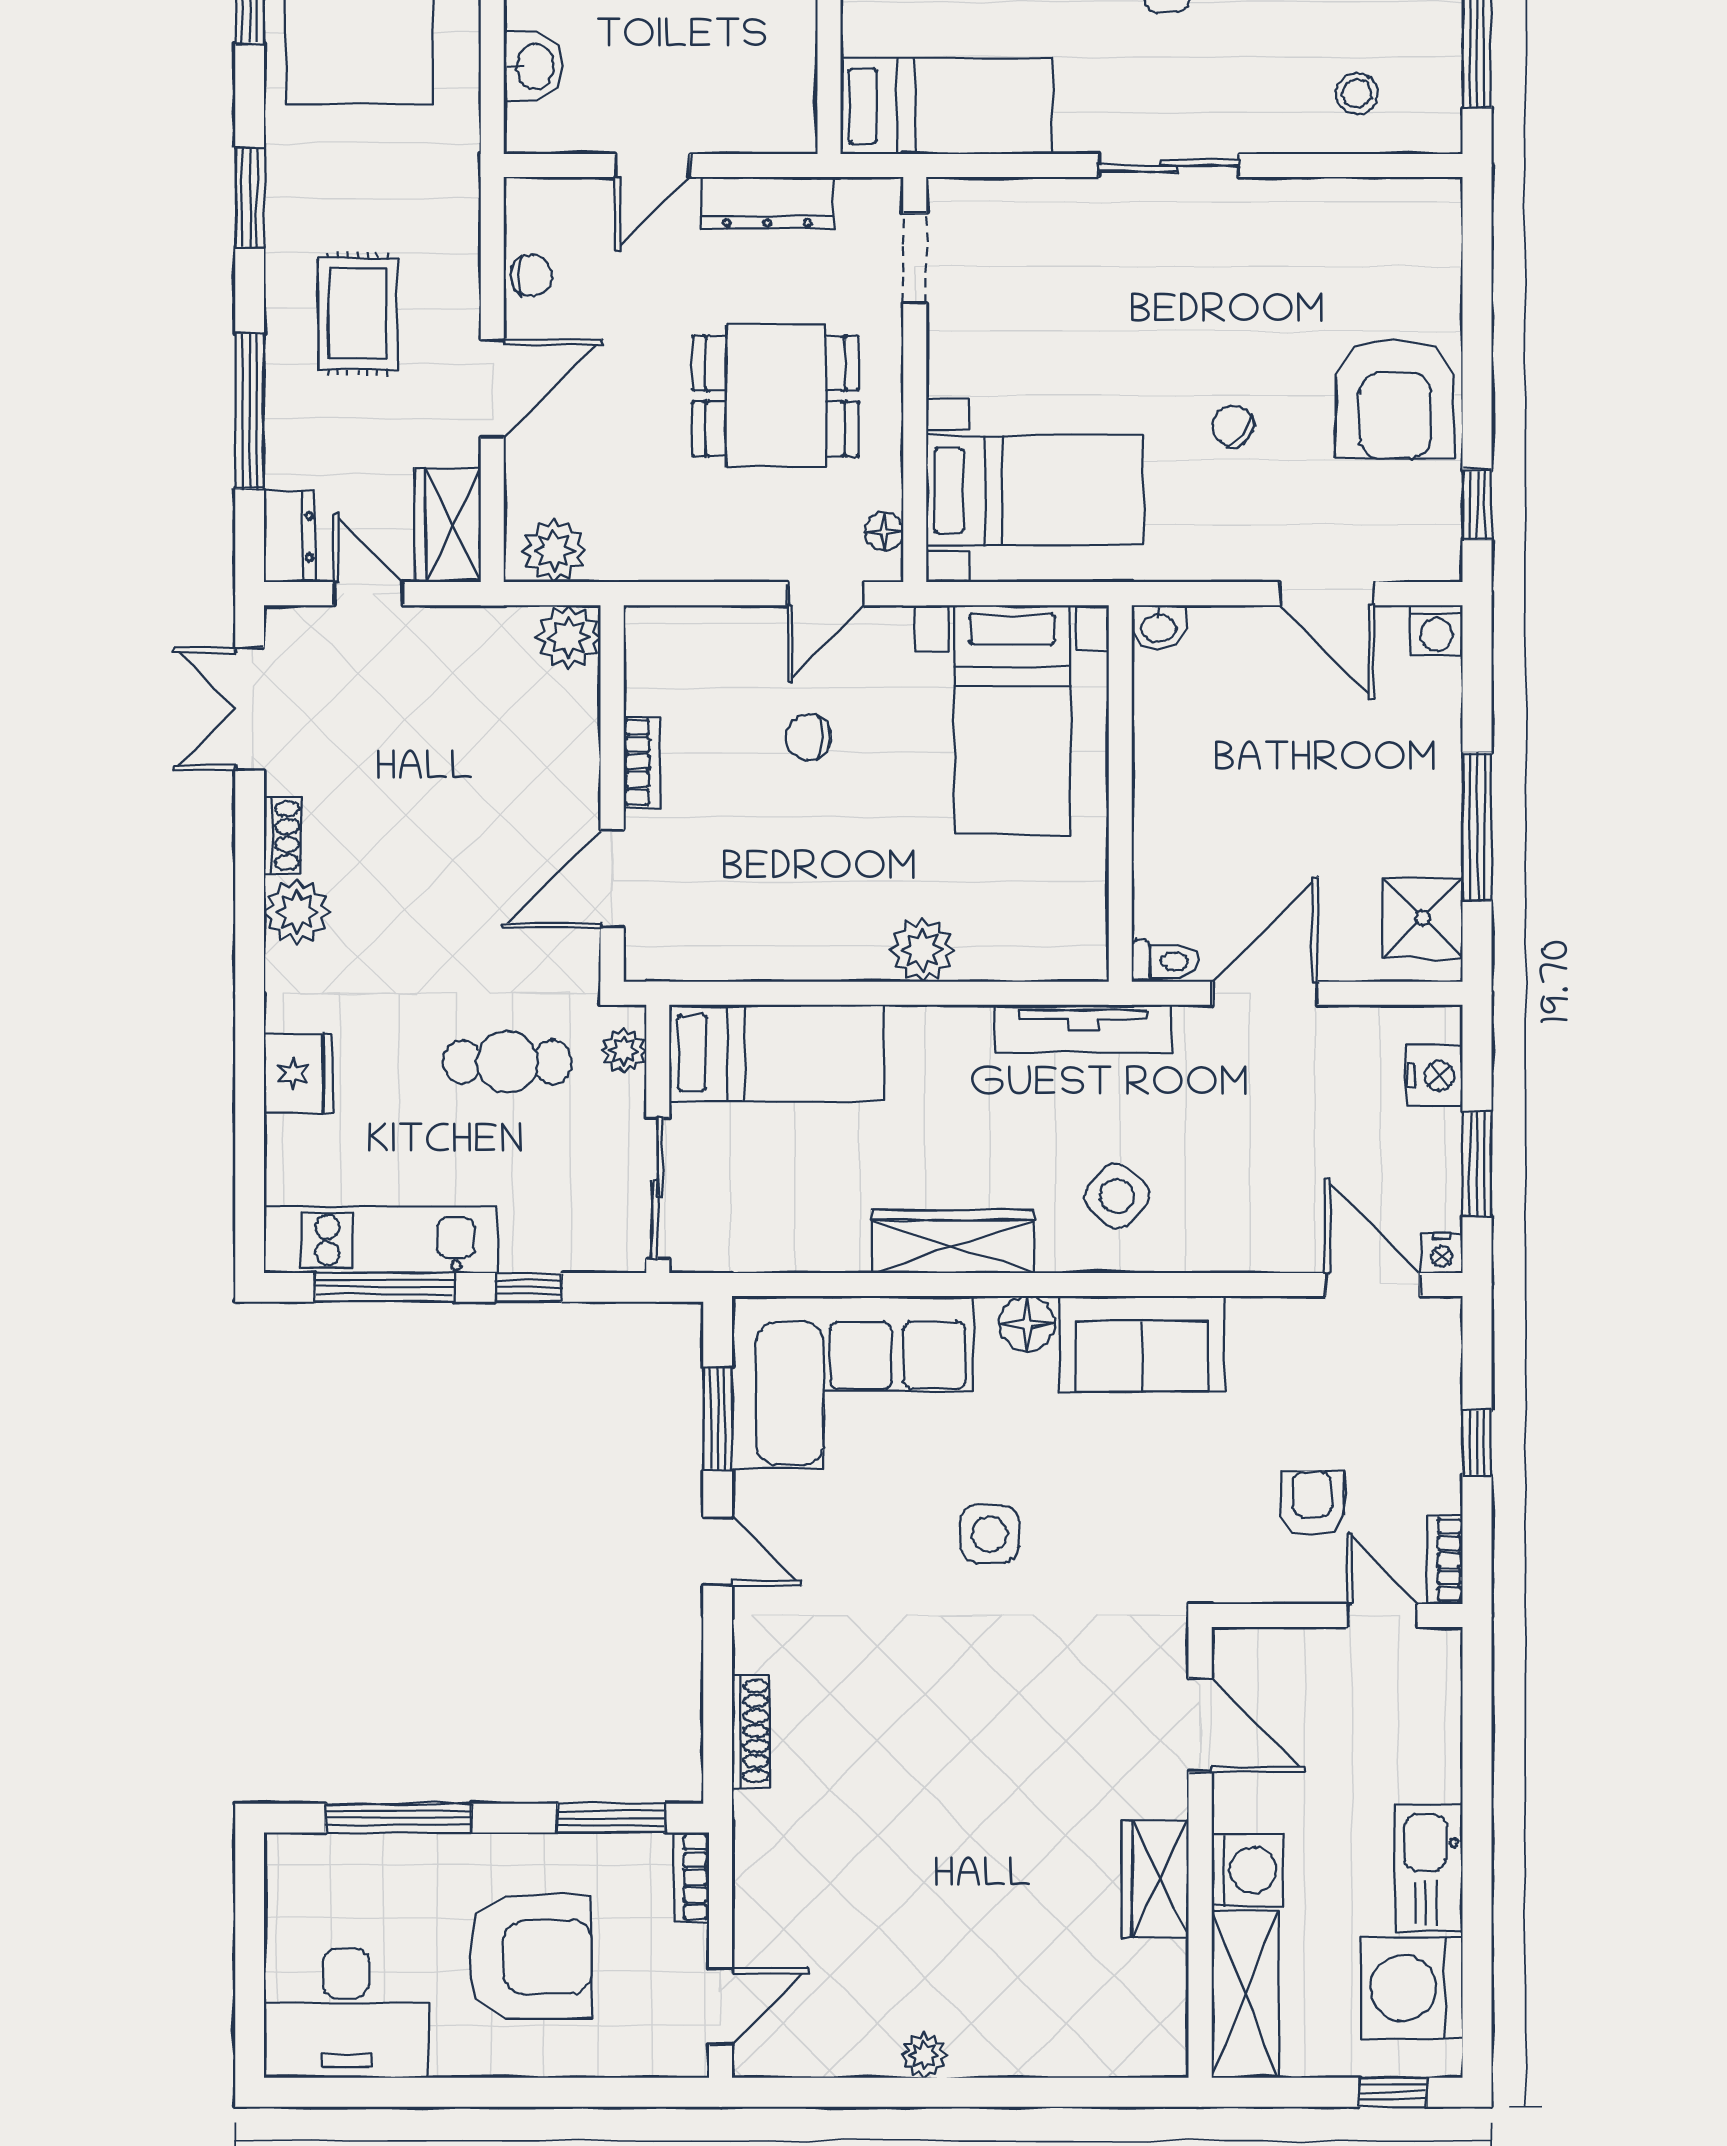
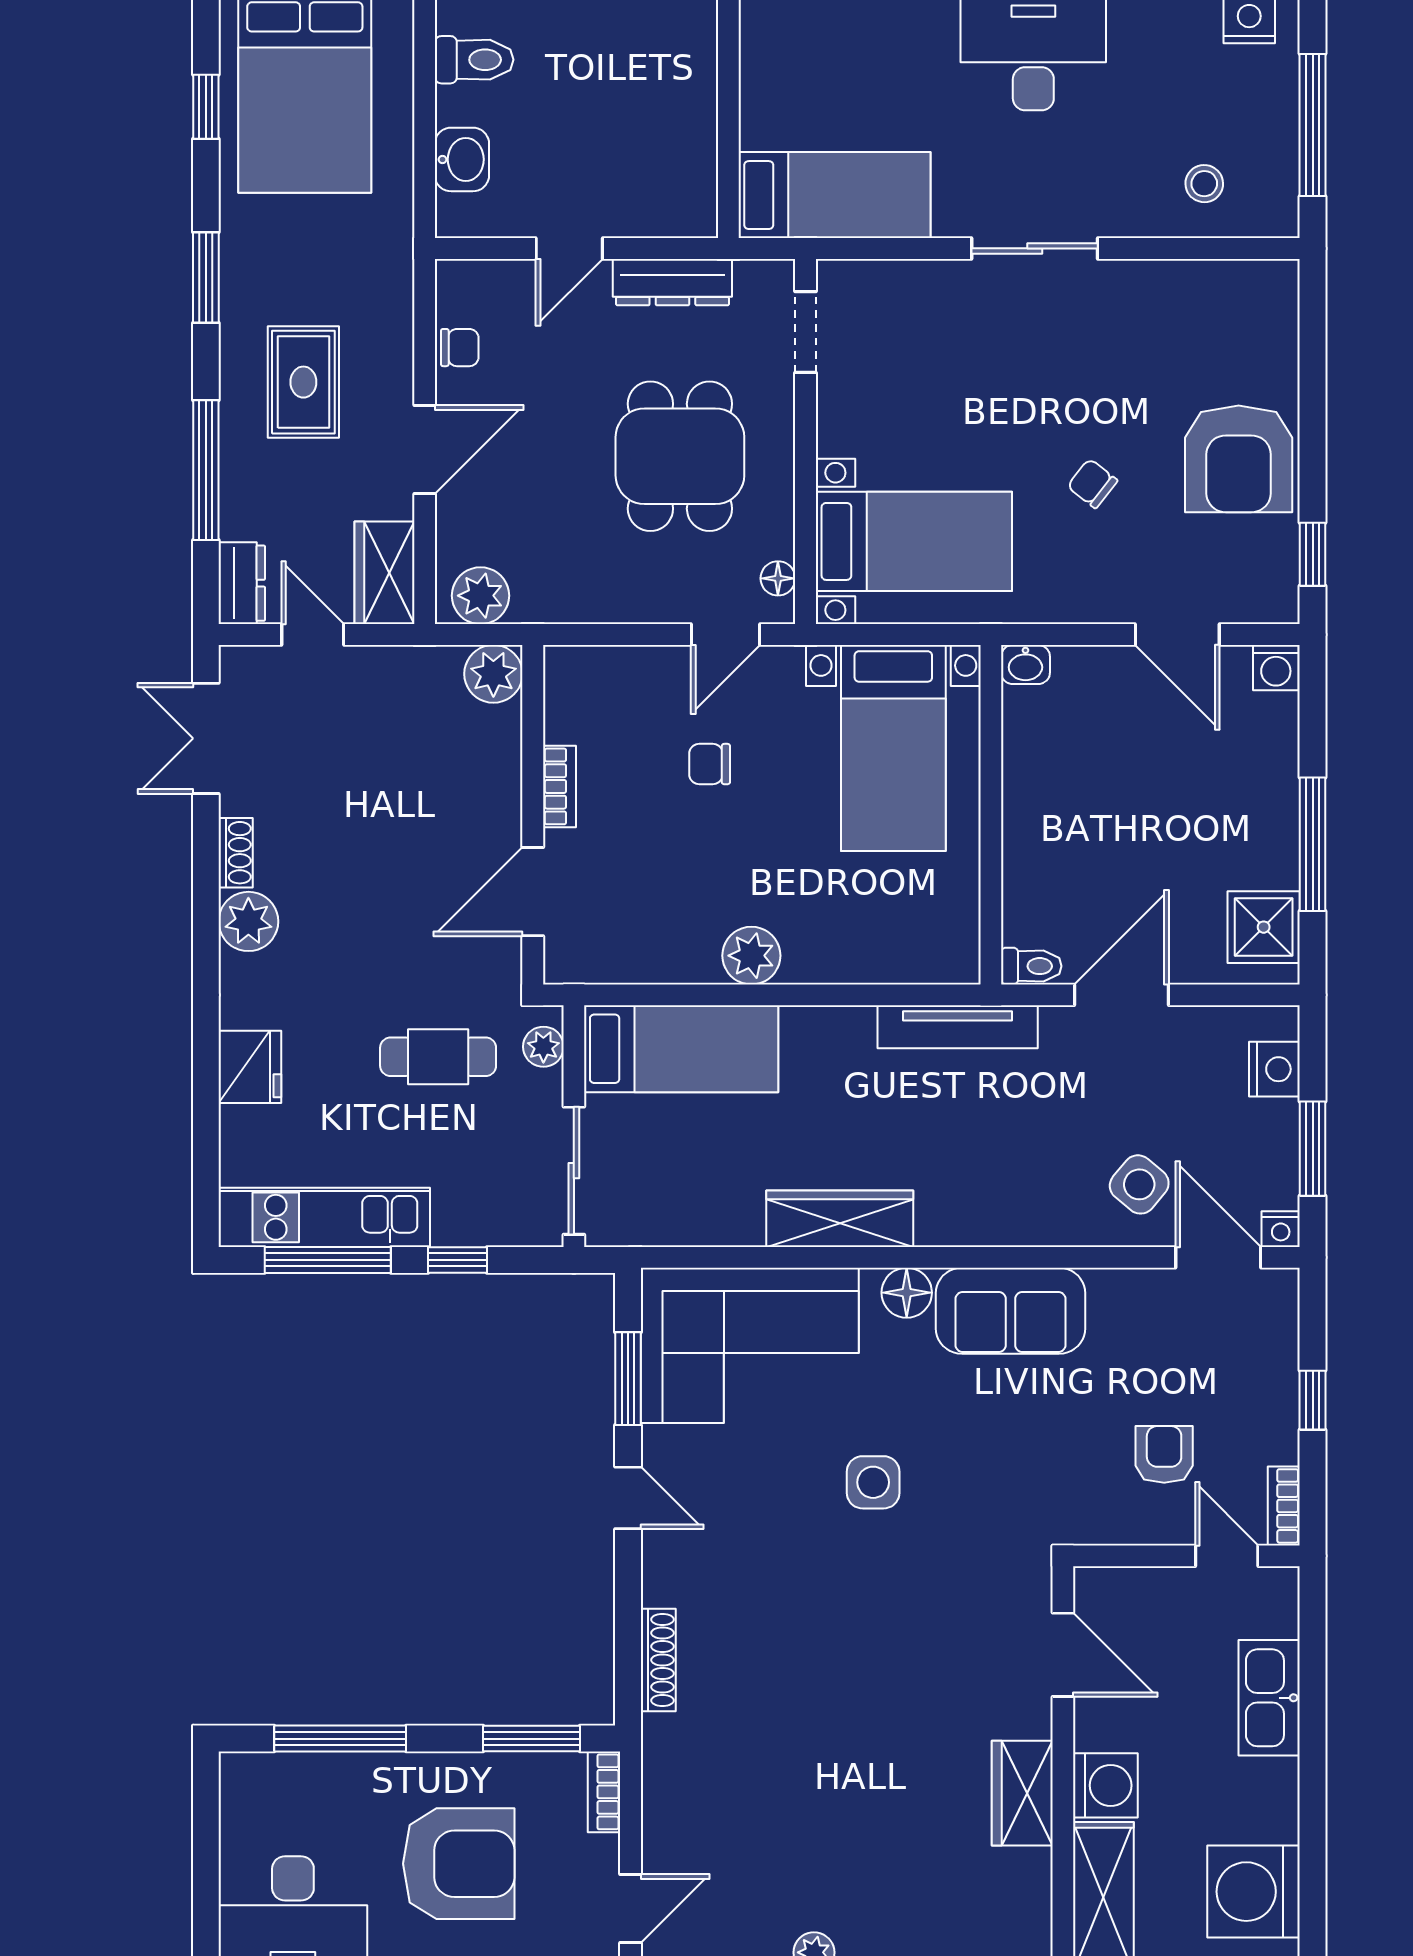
dining table: (775, 396) -> (680, 456), turned 90
plant: (922, 950) -> (751, 956), moved
side table: (1117, 1196) -> (1139, 1184), moved
kitchen sink: (1429, 1868) -> (1269, 1698), moved

